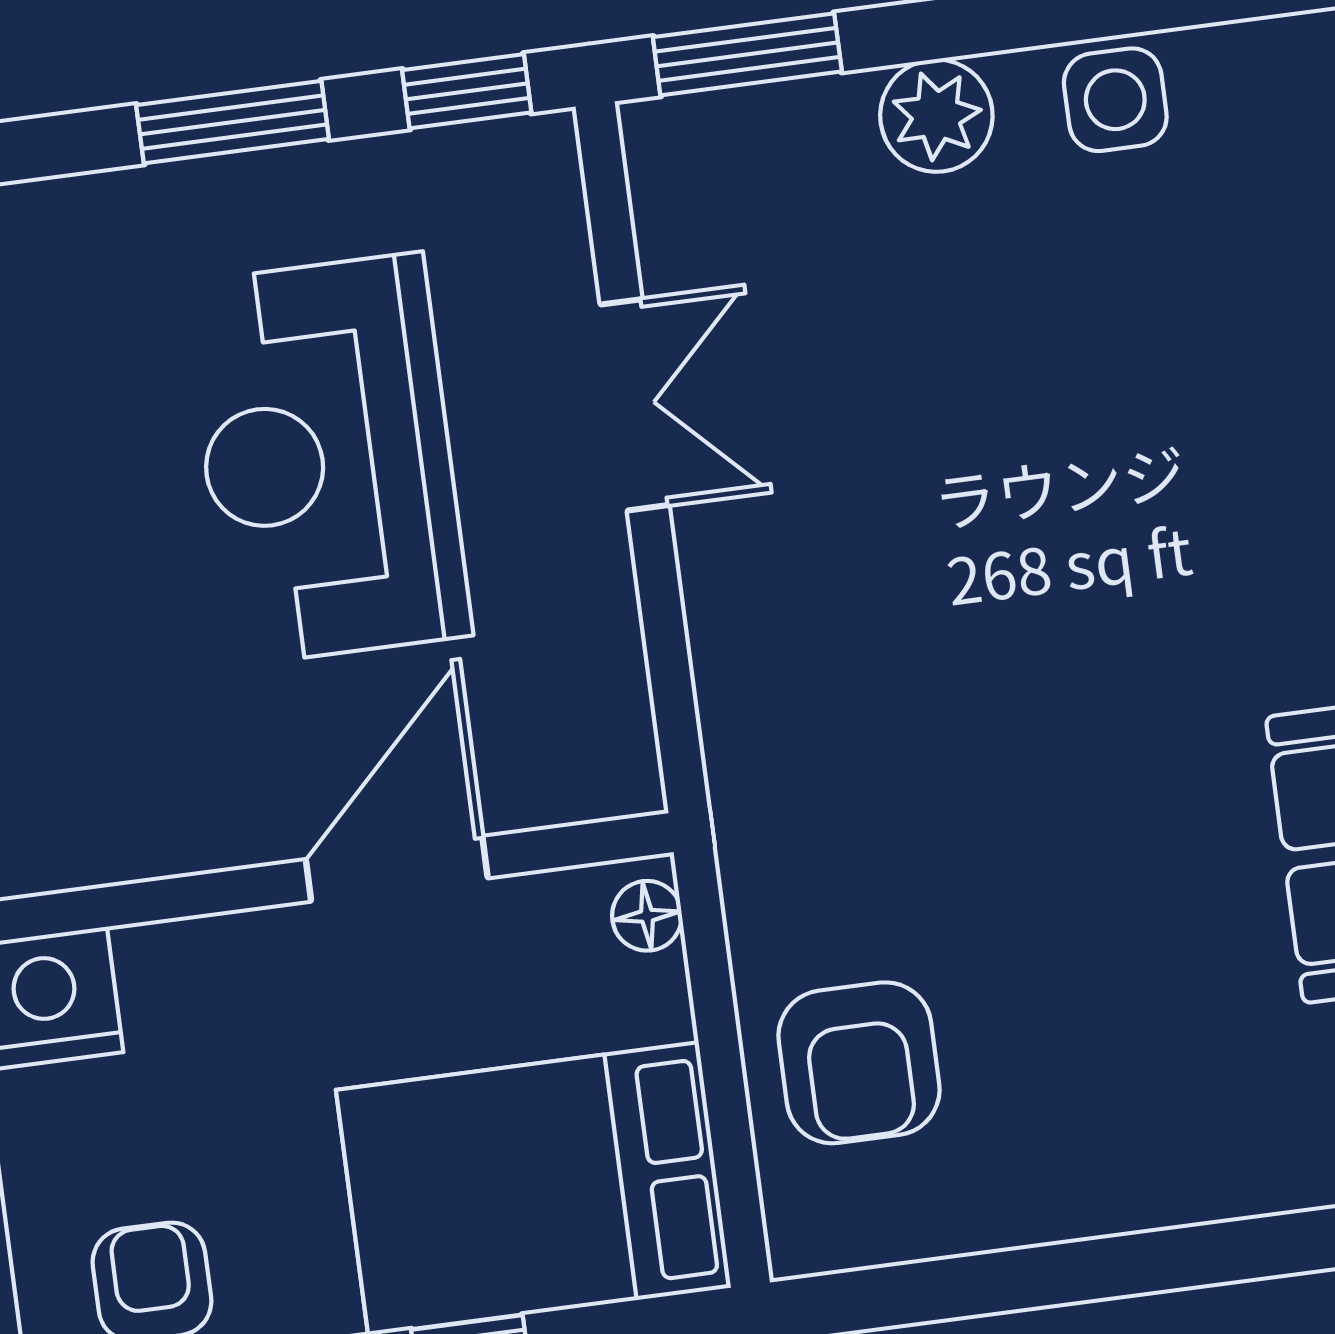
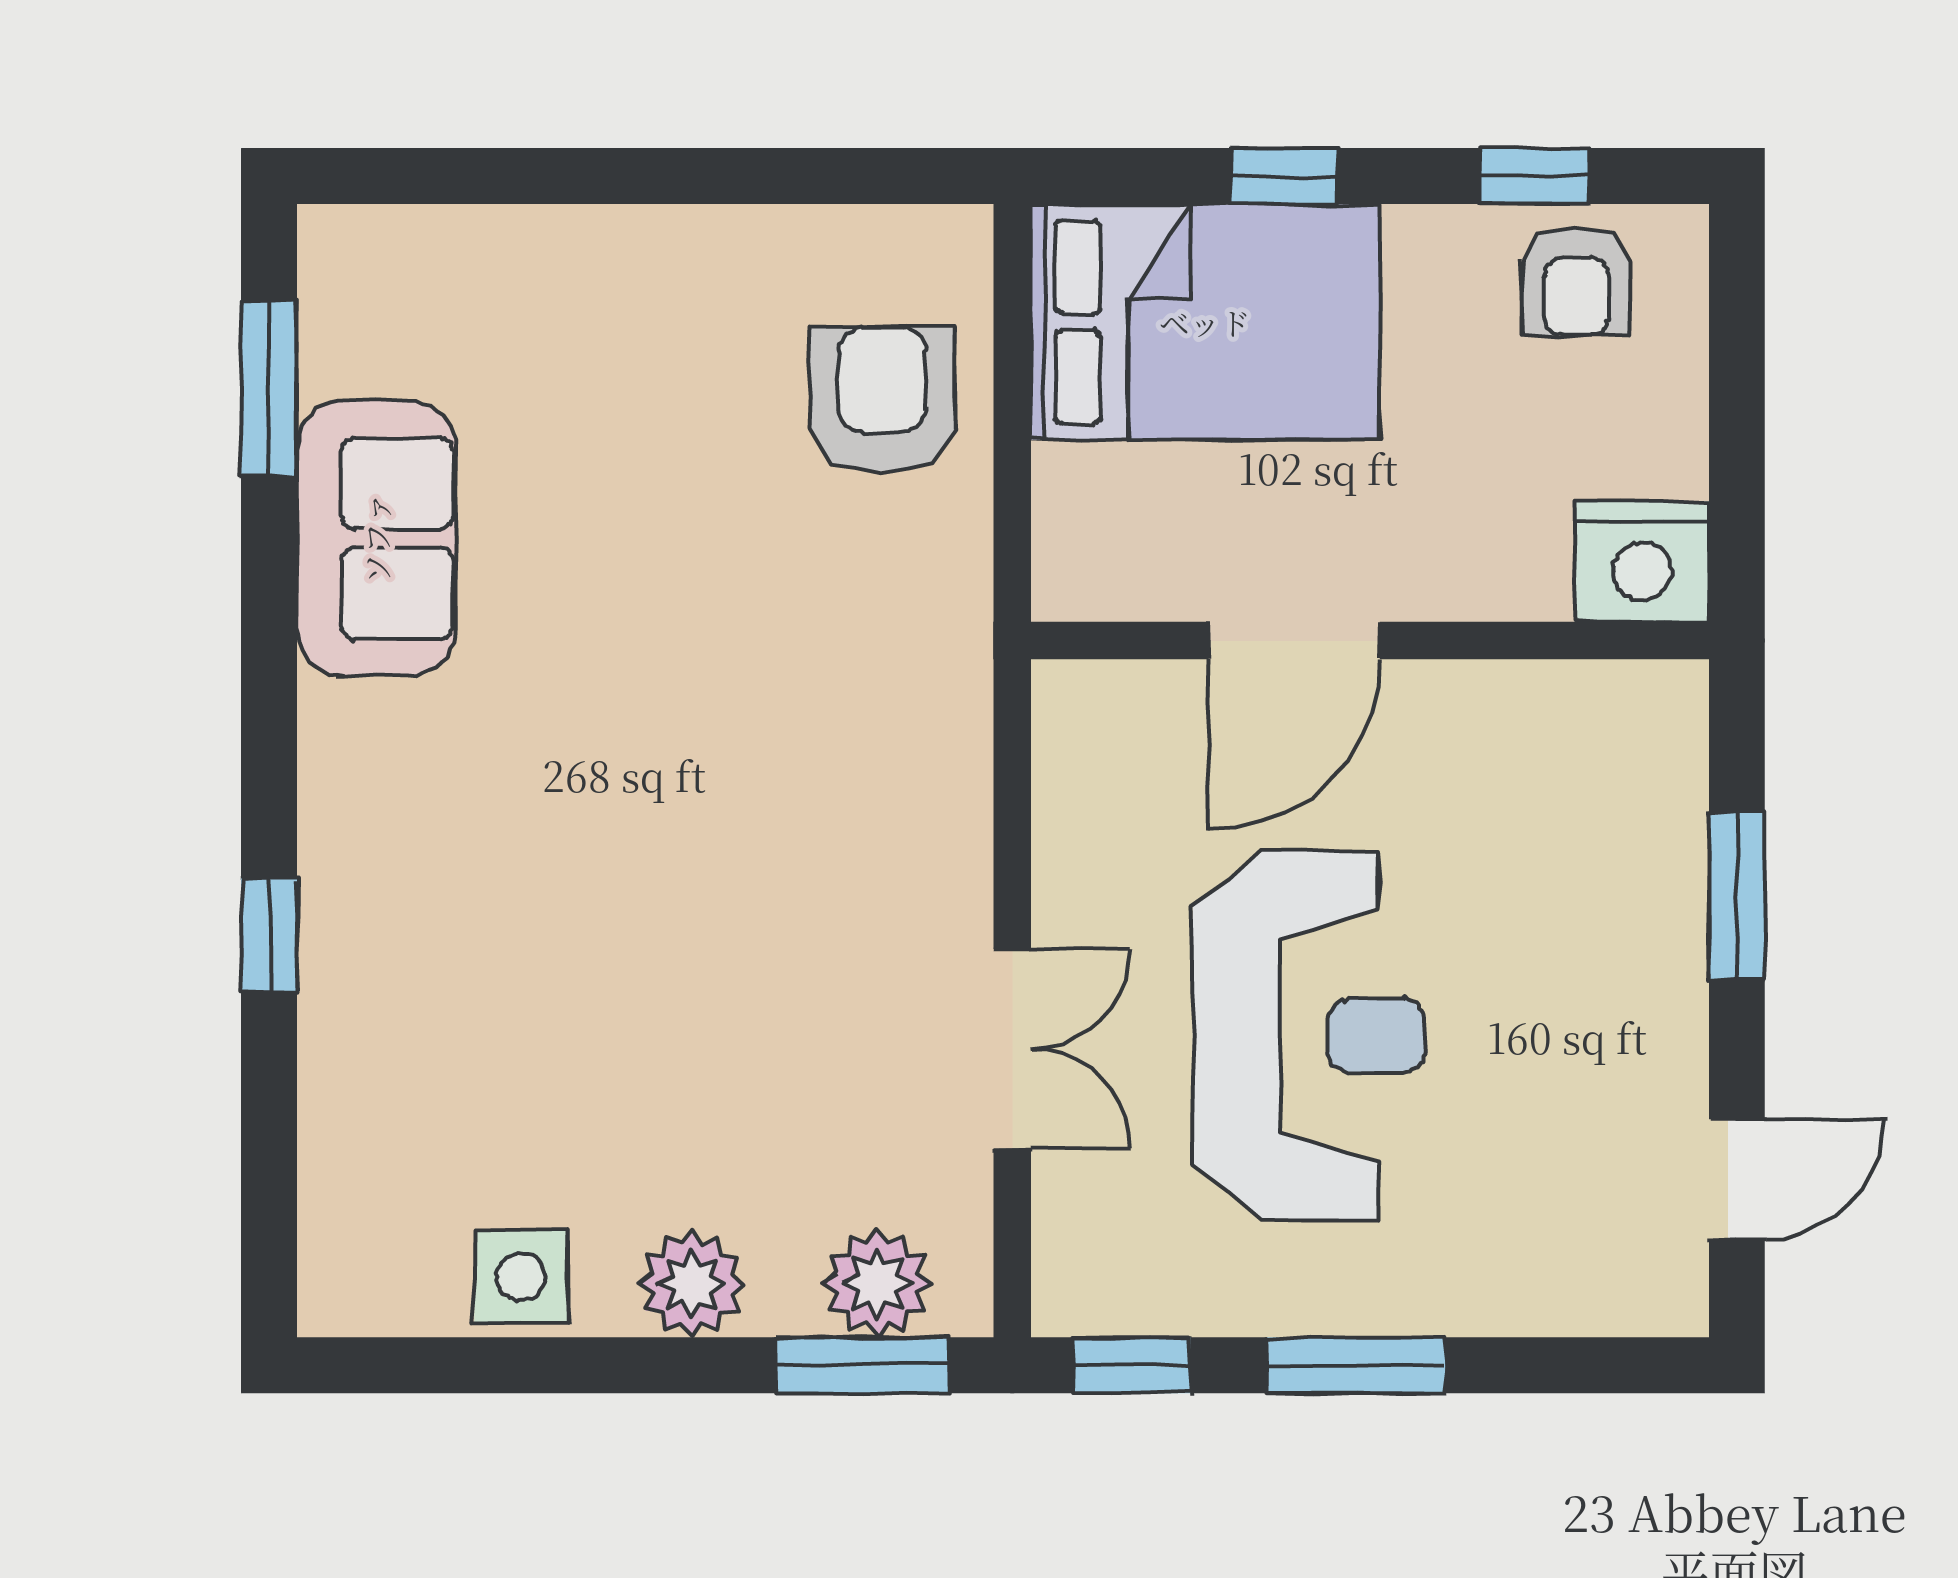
plant: (743, 142) -> (877, 1283), added
double door: (635, 405) -> (1012, 1049), swing flipped
floor lamp: (647, 916) -> (1064, 565), removed

